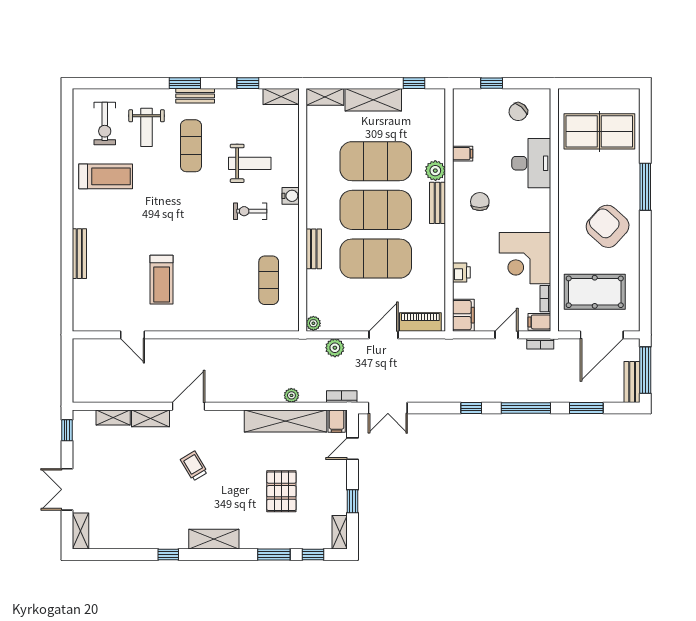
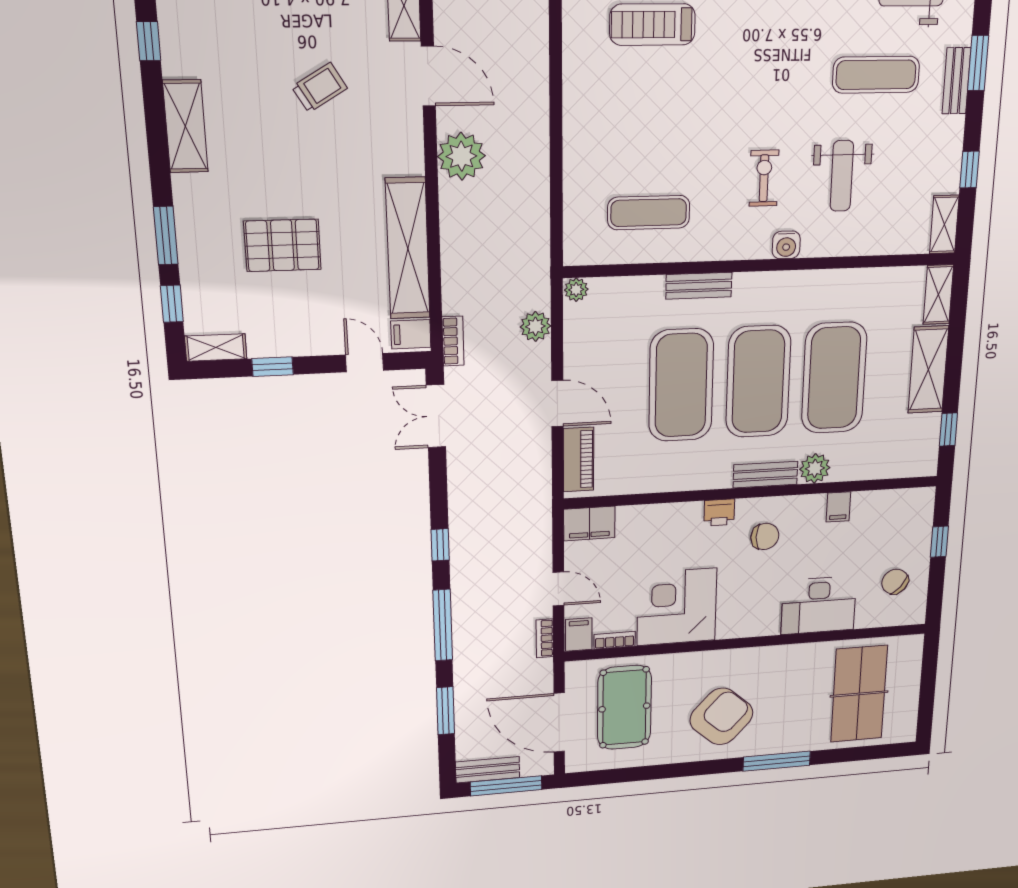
printer: (461, 272) -> (719, 512), moved
plant: (291, 395) -> (461, 156), moved, width x1.87, depth x1.87

